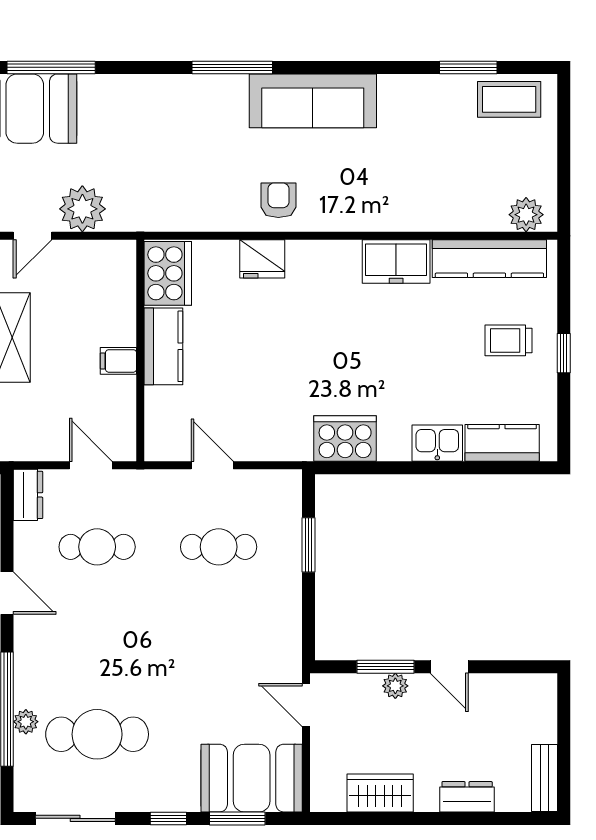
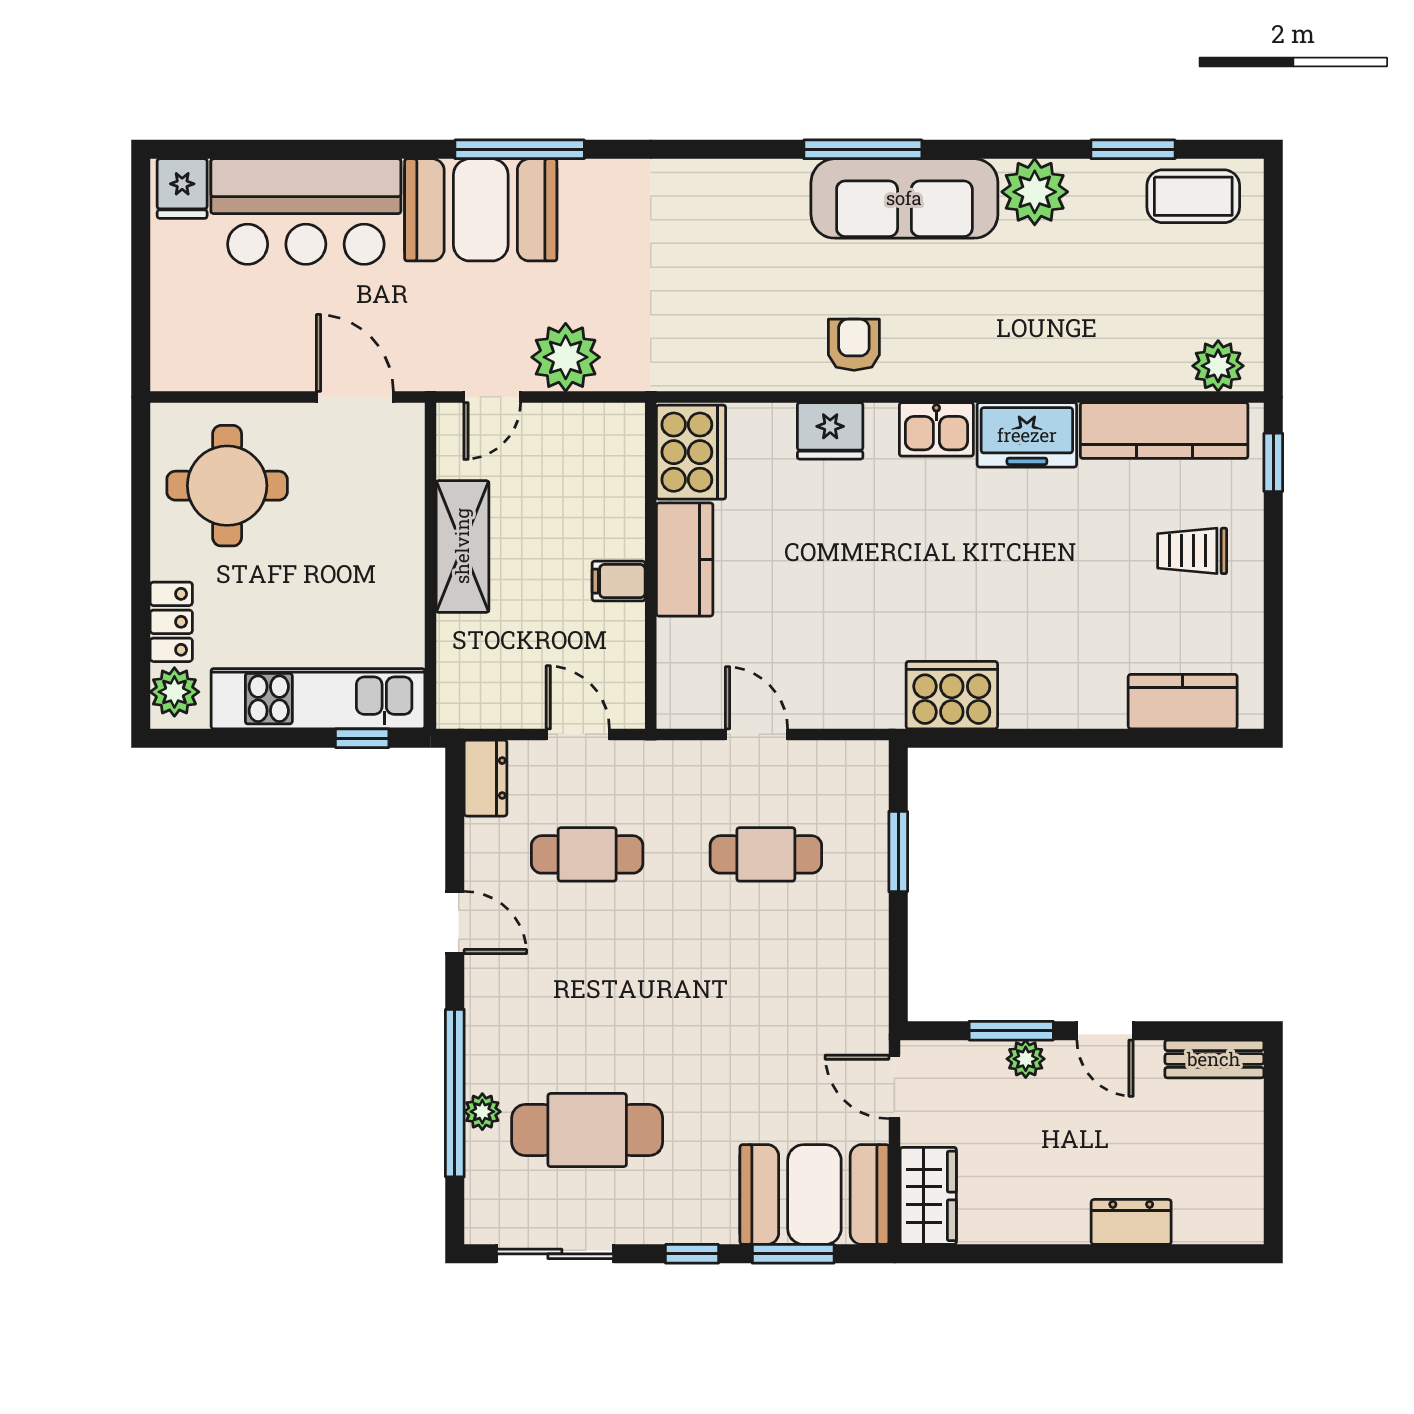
window: (232, 67) -> (863, 149), moved
plant: (401, 96) -> (1035, 192), added
window: (564, 353) -> (1273, 462), moved
kitchen sink: (437, 443) -> (936, 429), moved, turned 180
bench: (544, 778) -> (1214, 1059), moved, turned 90
wardrobe: (380, 793) -> (928, 1196), moved, turned 90

